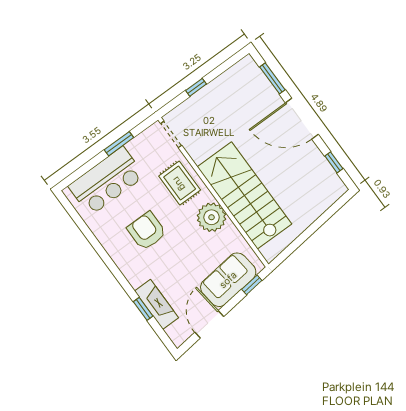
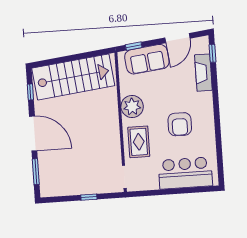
window: (119, 144) -> (162, 192), removed
stairs: (244, 195) -> (73, 77), moved, turned -97
window: (143, 309) -> (212, 53), moved

